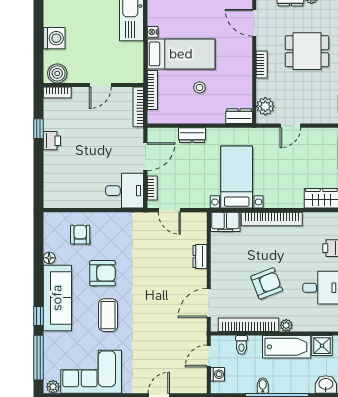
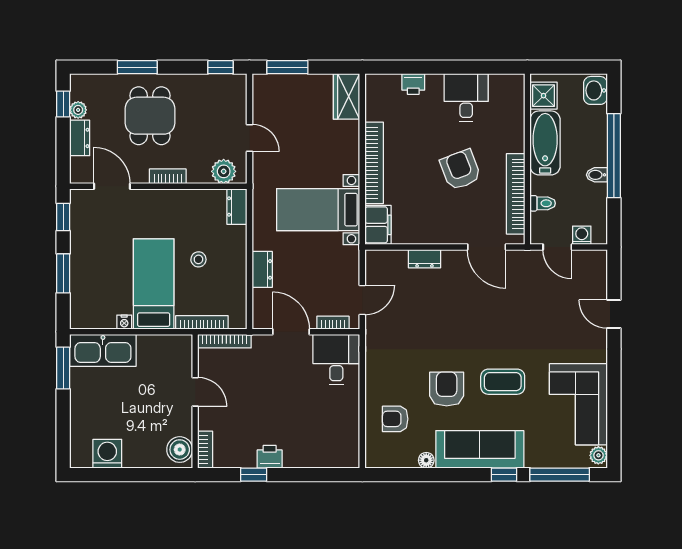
door: (254, 23) -> (112, 186), swing flipped
washing machine: (54, 38) -> (107, 454), moved
plant: (286, 325) -> (516, 143), removed

